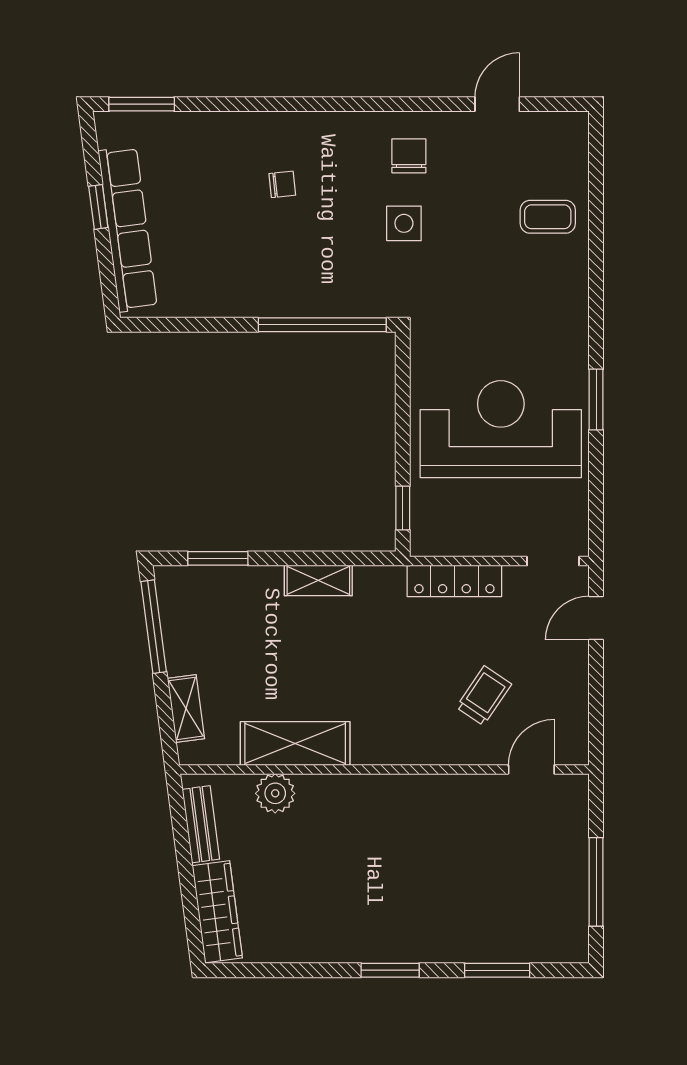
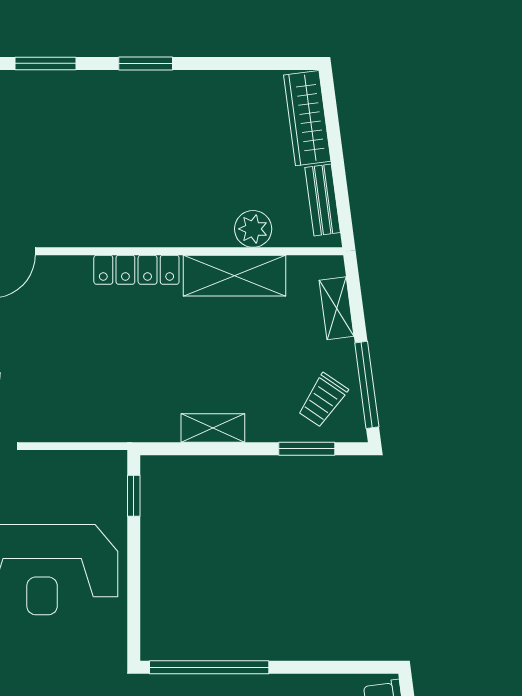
locker: (454, 581) -> (136, 270), moved, turned 180
trolley: (484, 696) -> (323, 400), moved

